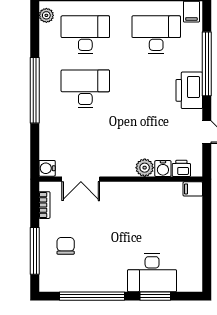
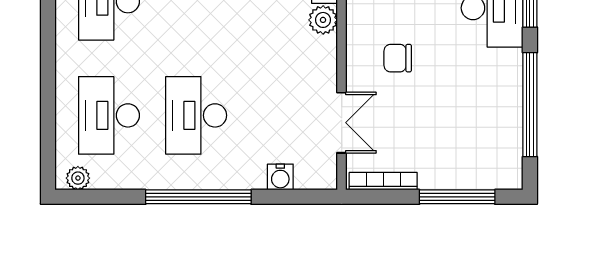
water cooler: (47, 168) -> (280, 177), moved
bookcase: (44, 205) -> (383, 181), width x1.56
chair: (66, 246) -> (398, 58), moved

